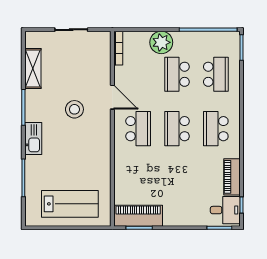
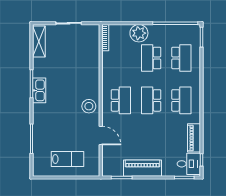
shelving: (33, 69) -> (39, 41), moved
door: (112, 97) -> (101, 135), moved
stool: (74, 109) -> (89, 106), moved
school desk: (216, 129) -> (181, 100), turned 180
kitchen sink: (33, 138) -> (39, 90), moved
lab bench: (70, 204) -> (68, 159), width x0.73, depth x0.72
piano: (138, 216) -> (143, 168), moved

